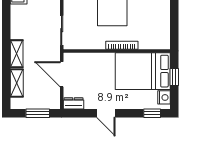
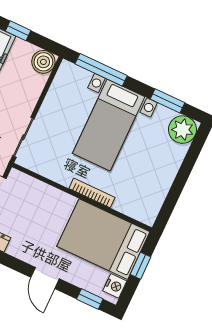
door: (106, 113) -> (45, 278), moved

